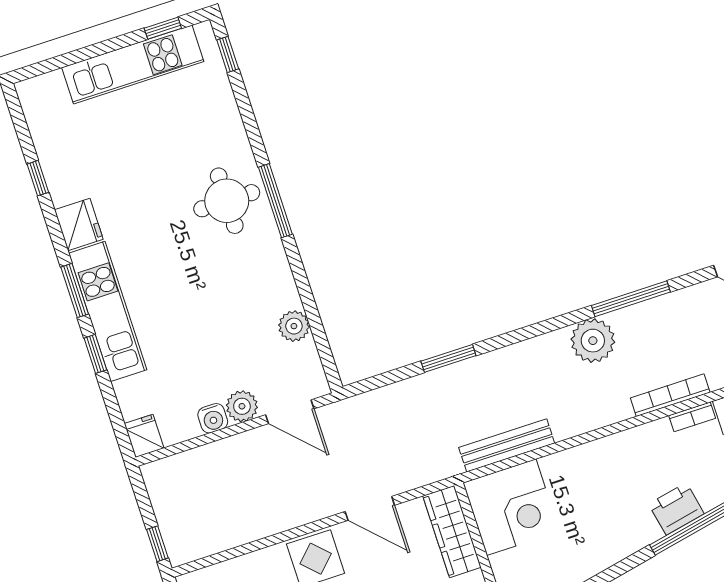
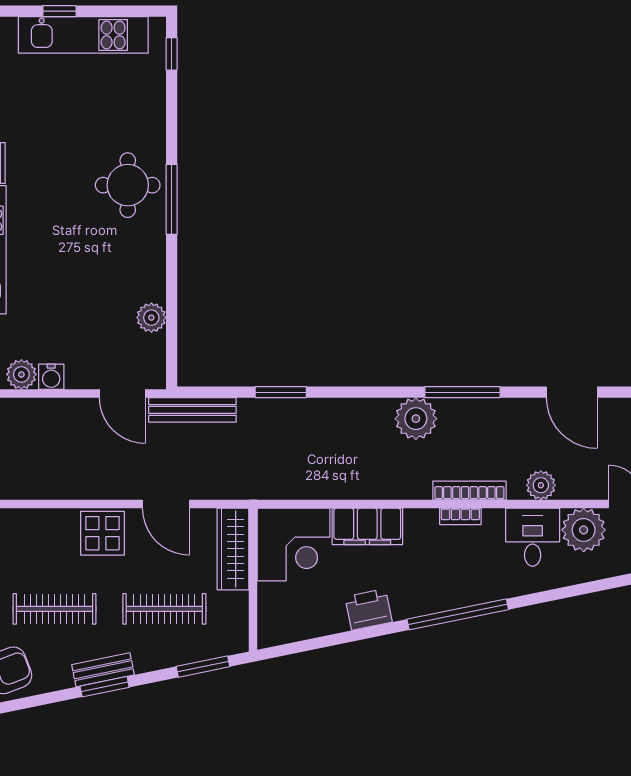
window: (163, 28) -> (59, 11), moved
plant: (242, 406) -> (21, 374), moved
bookcase: (692, 417) -> (460, 516), moved
bench: (507, 445) -> (192, 410), moved
filing cabinet: (579, 465) -> (367, 526), added
printer: (676, 509) -> (368, 609), moved

